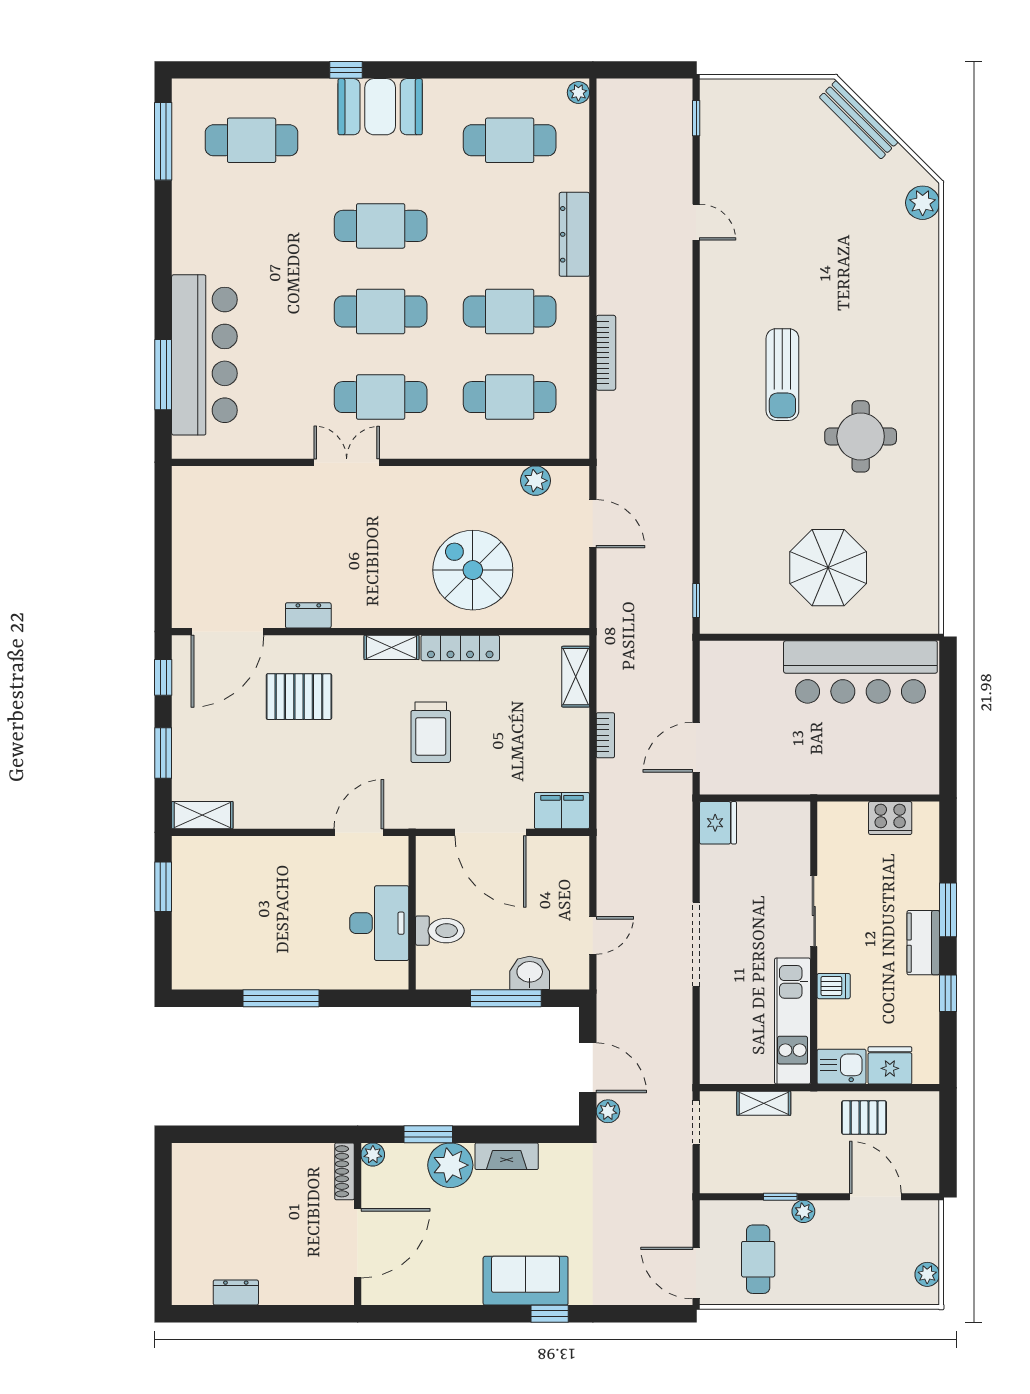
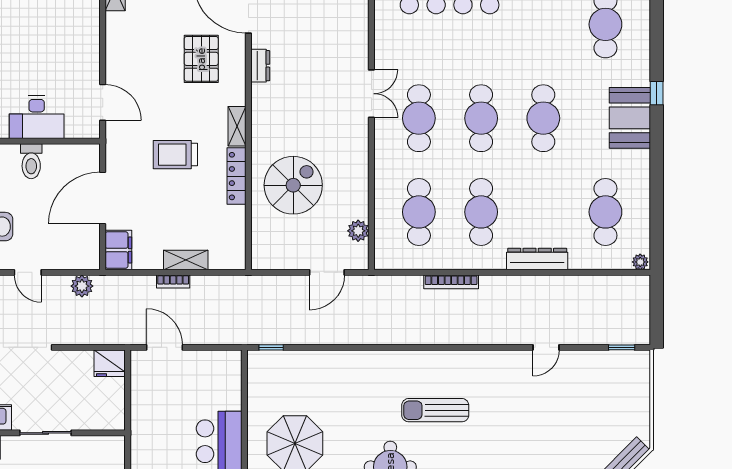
shelving: (576, 677) -> (186, 260), moved
plant: (612, 861) -> (82, 286), added

